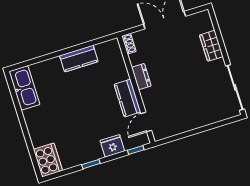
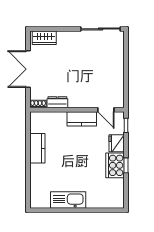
wardrobe: (211, 46) -> (44, 38), moved
dresser: (141, 77) -> (57, 102), moved
kitchen sink: (24, 88) -> (68, 200), moved
cooker: (48, 160) -> (115, 165), moved, turned -90

